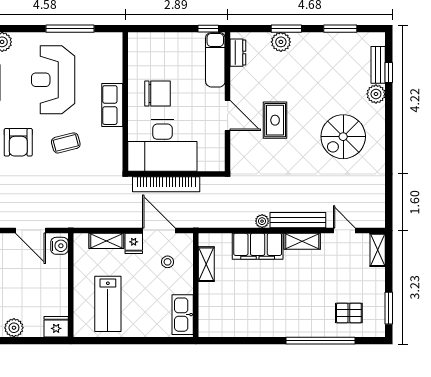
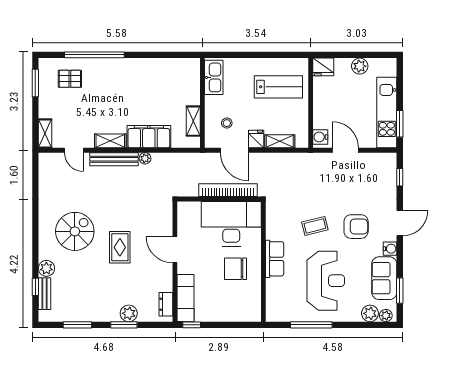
rug: (275, 120) -> (120, 247), moved
armchair: (18, 142) -> (356, 227), turned 90
lab bench: (108, 304) -> (278, 87), turned 90

